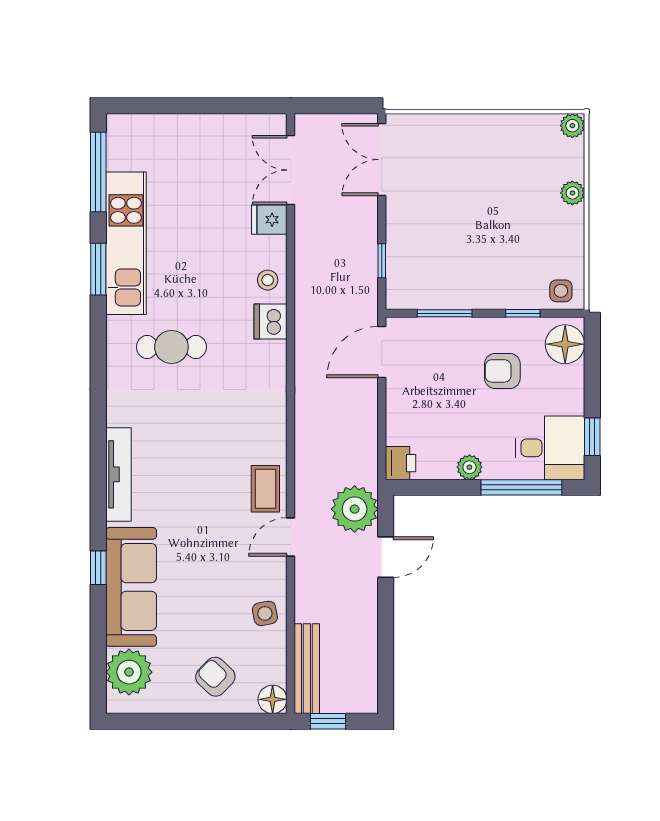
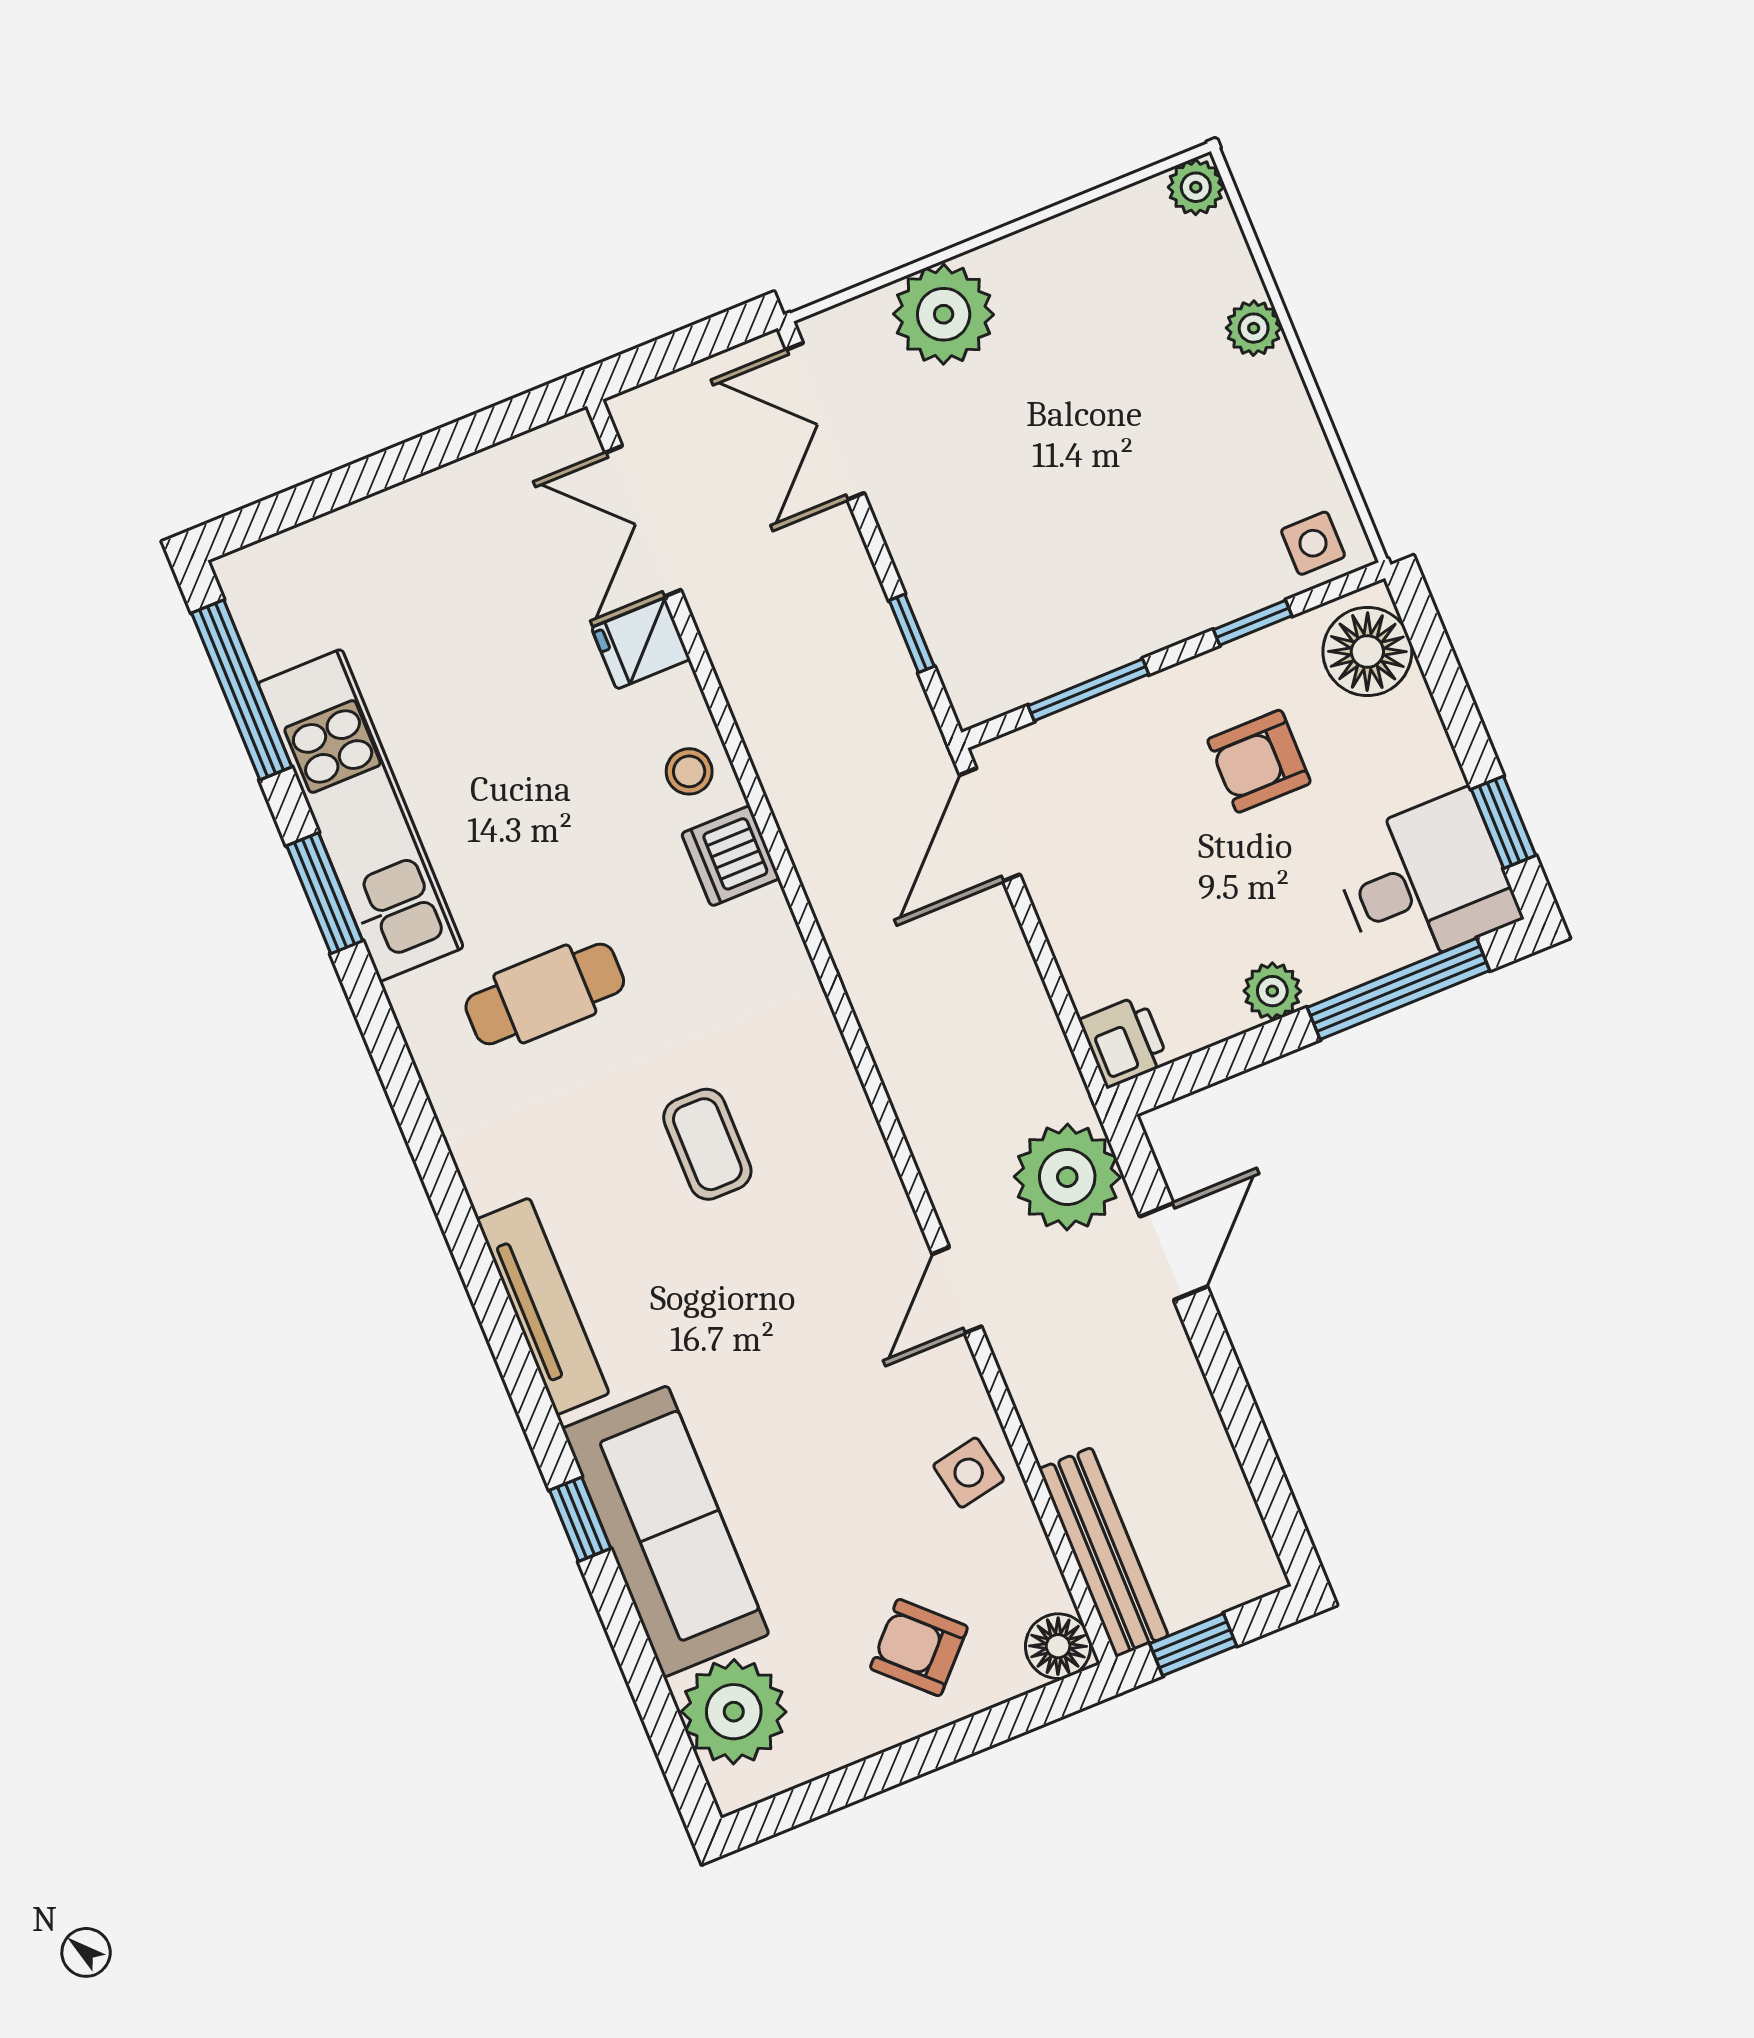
plant: (448, 136) -> (944, 314), added
coffee table: (265, 489) -> (707, 1144), moved

